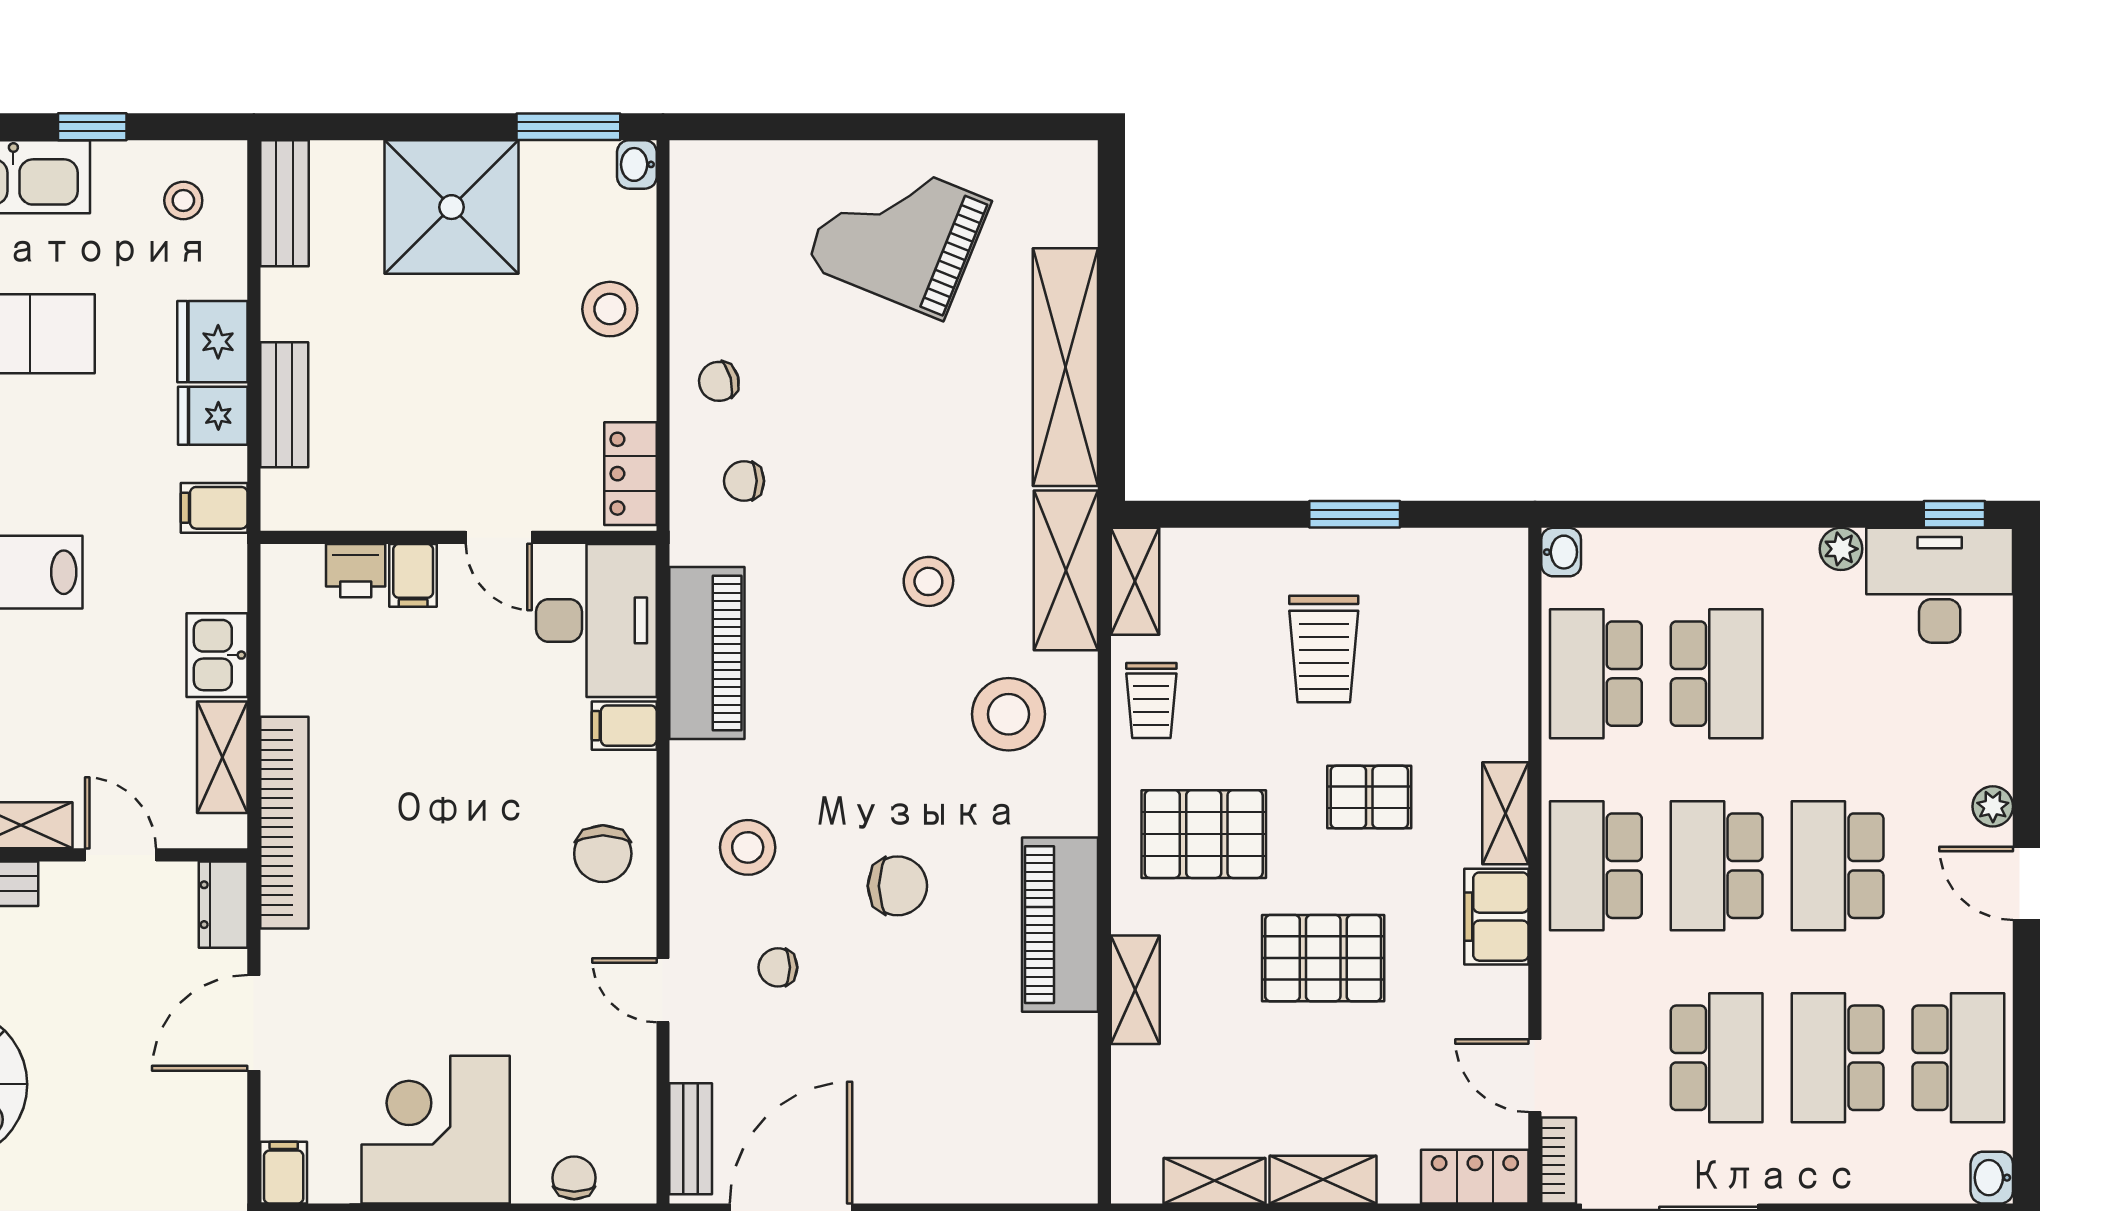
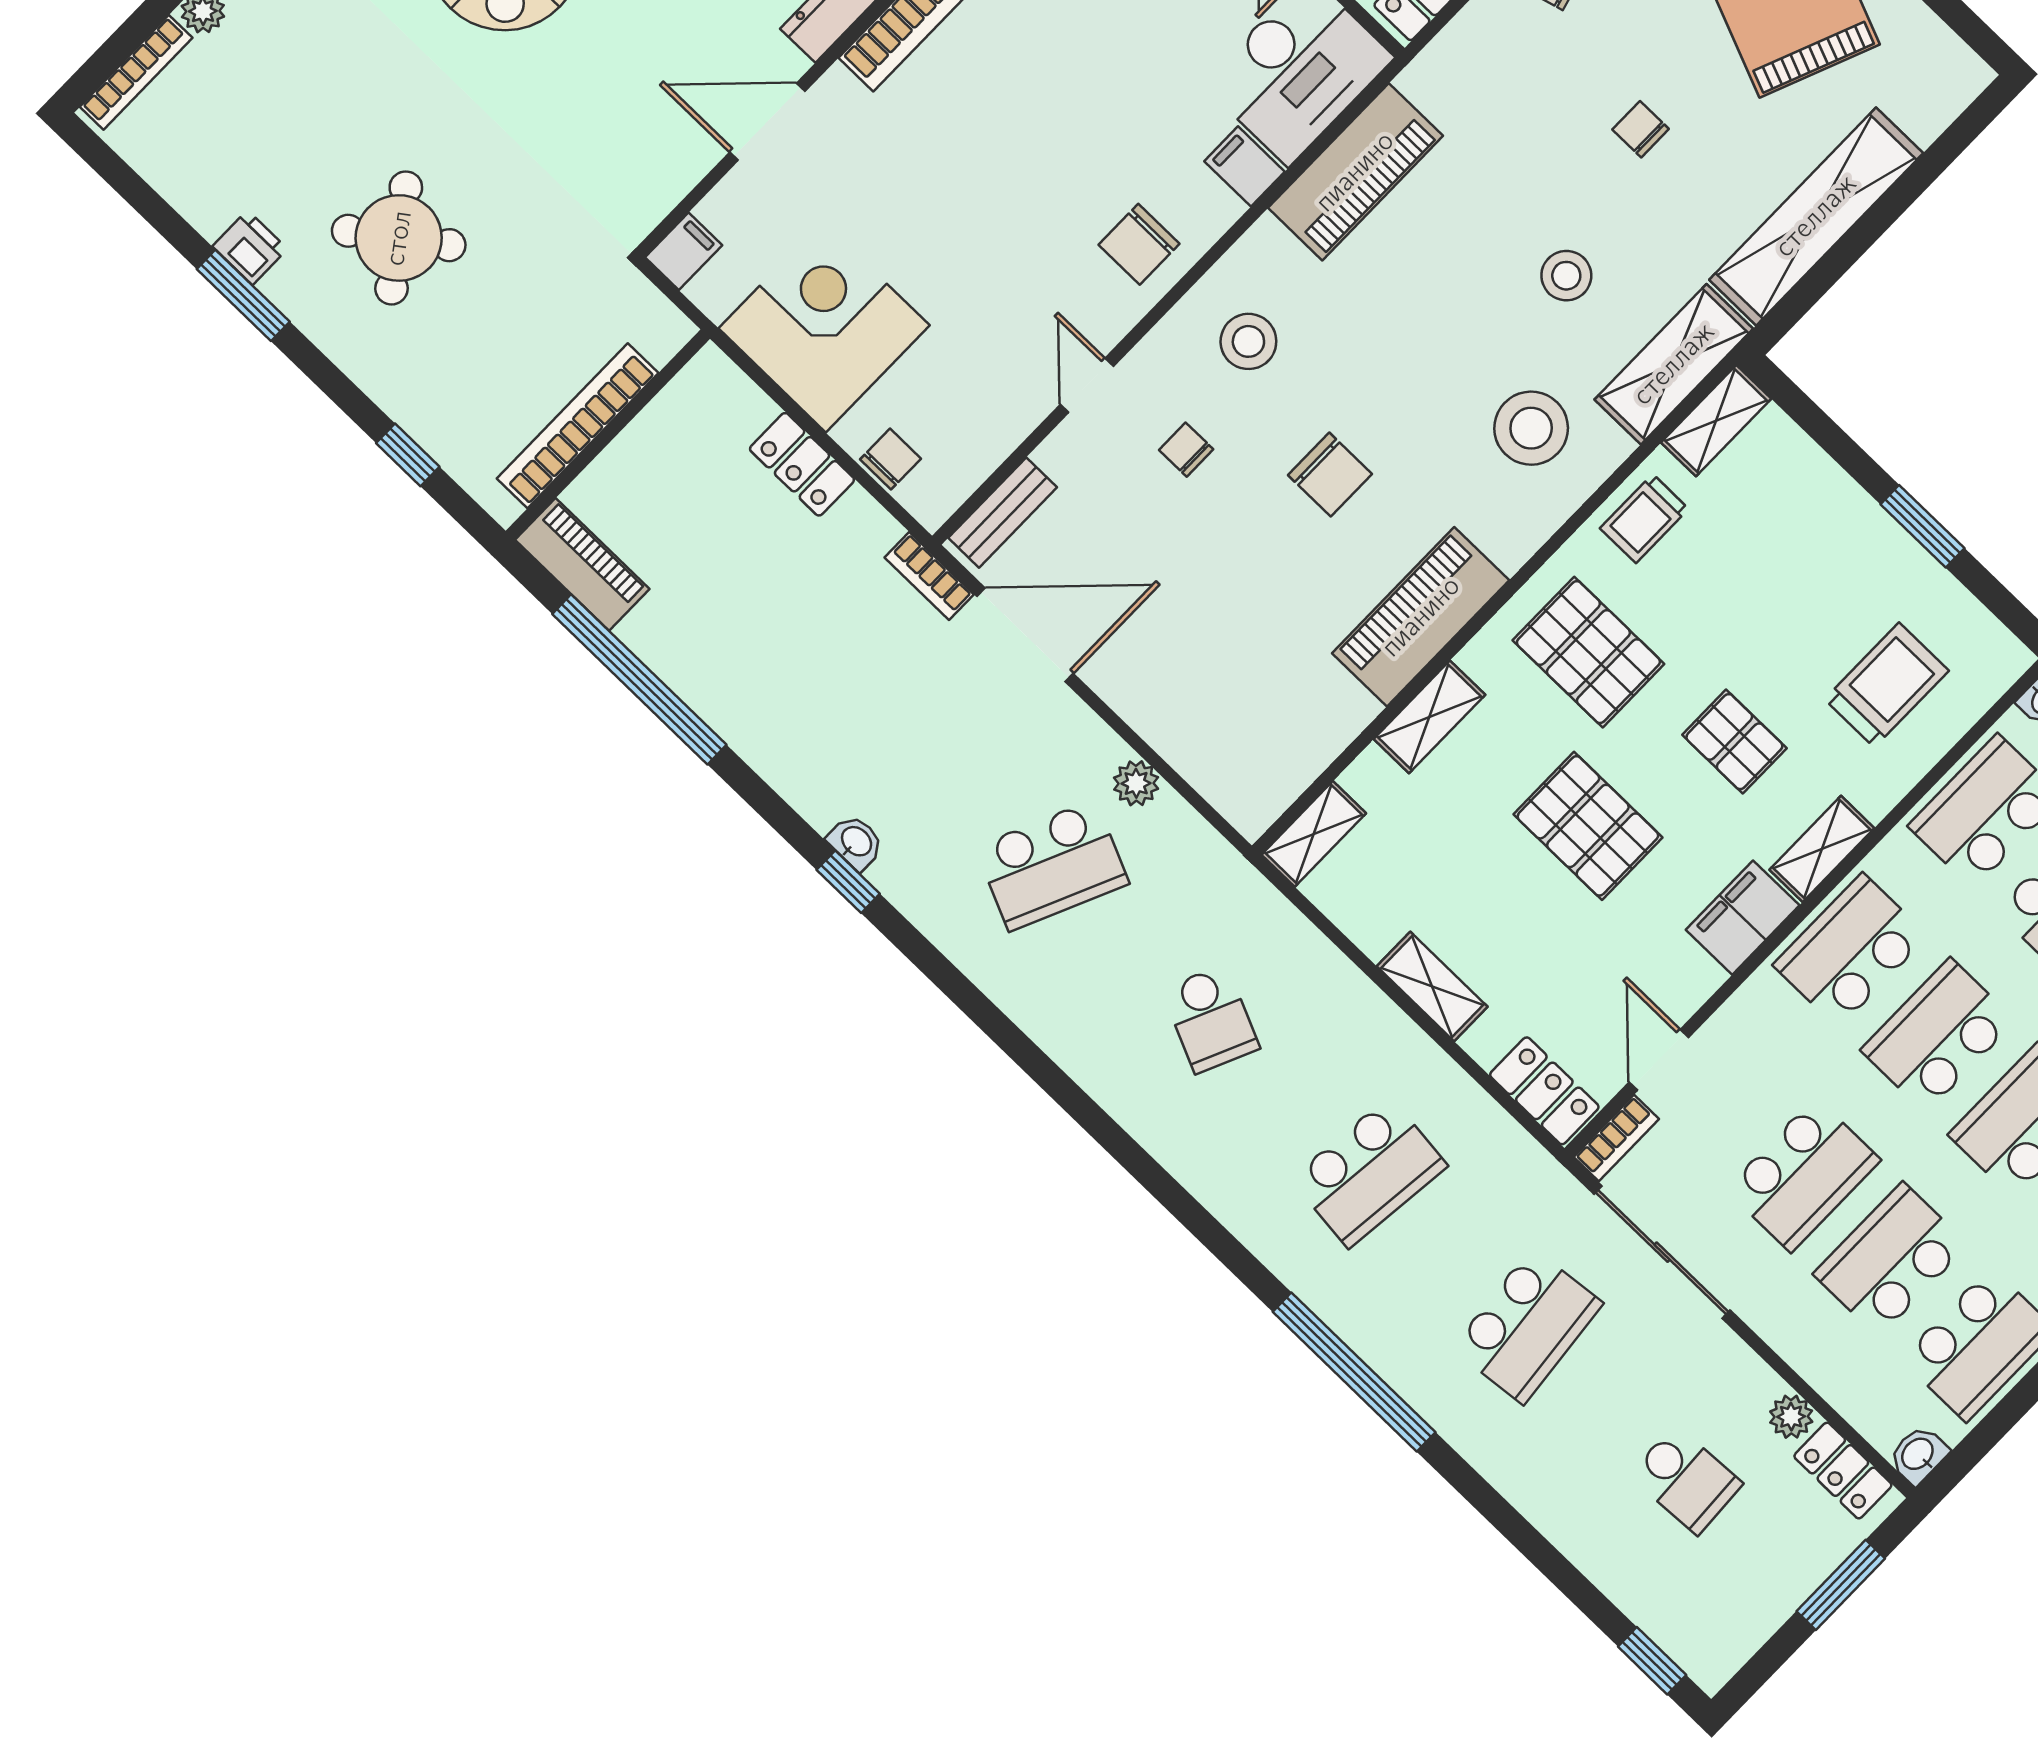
chair: (744, 481) -> (1641, 129), moved
trolley: (1324, 649) -> (1887, 685), moved, turned 180
shelving: (1214, 1181) -> (1314, 834), moved, turned 90

